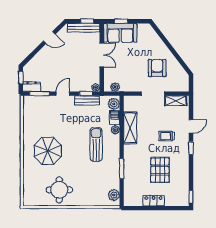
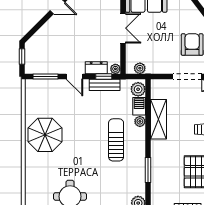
dresser: (32, 87) -> (96, 68), moved
door: (63, 94) -> (74, 76), swing flipped
parasol: (48, 151) -> (45, 135), moved

